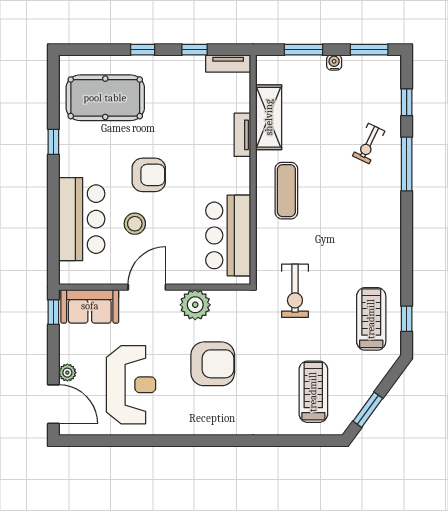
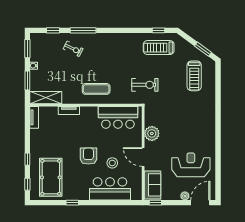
window: (194, 50) -> (27, 184), moved
shelving: (269, 117) -> (46, 98), moved
armchair: (213, 364) -> (181, 125), removed
treadmill: (313, 392) -> (194, 76), turned -90

